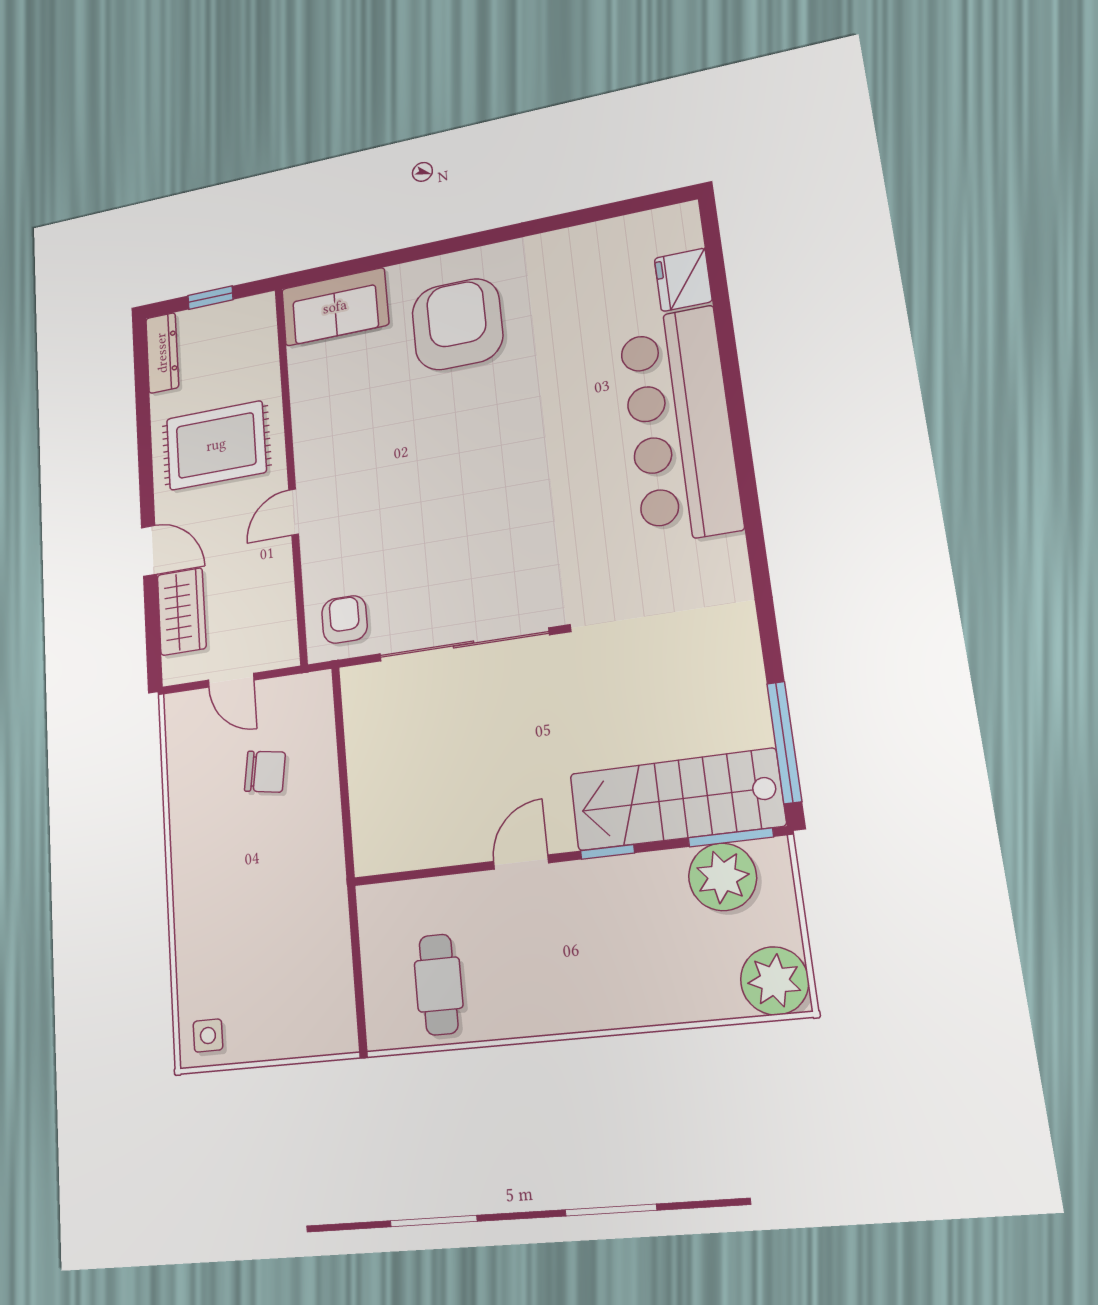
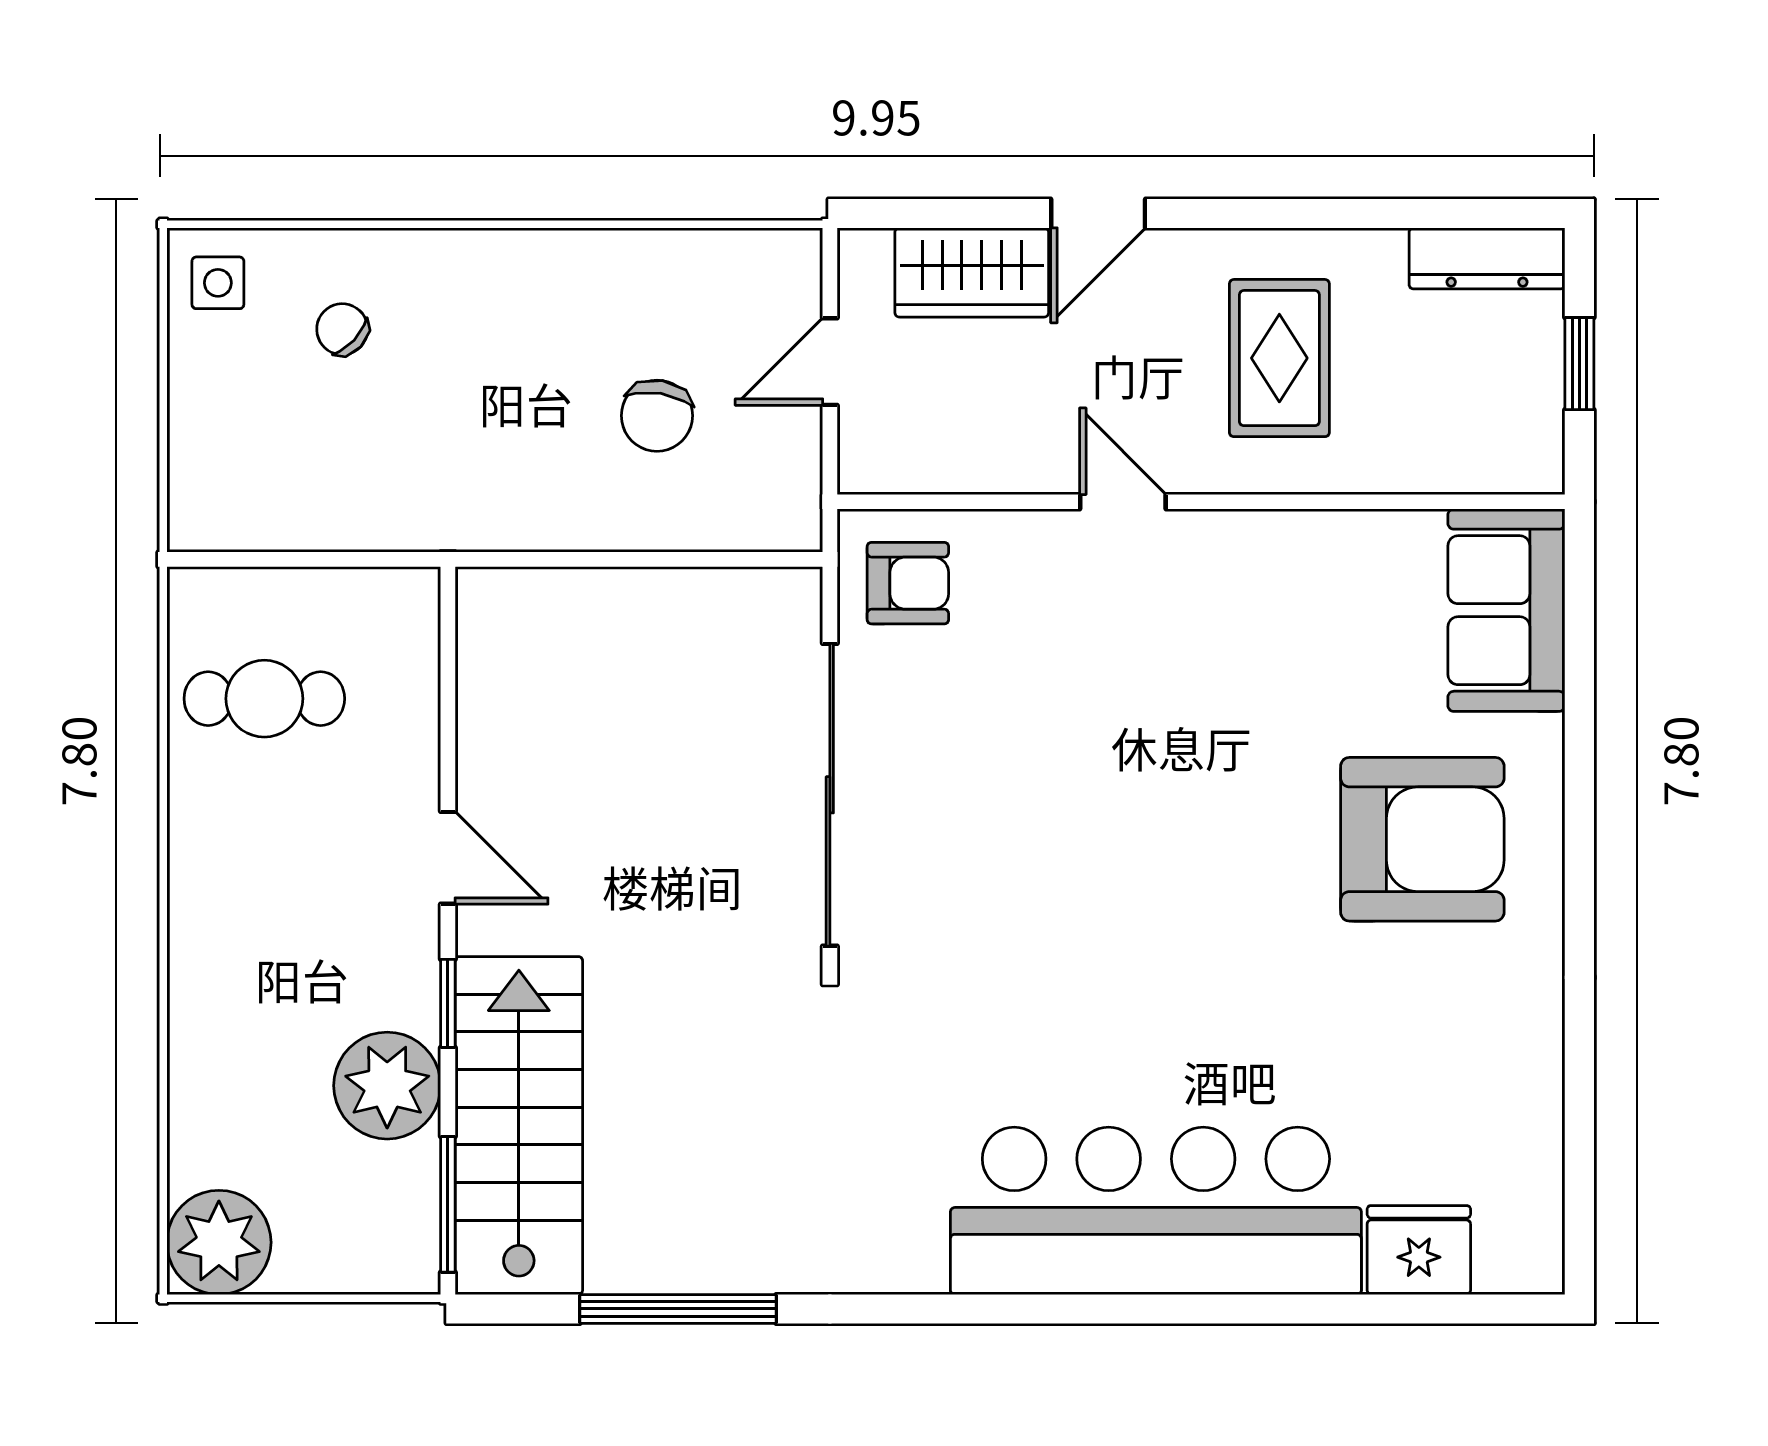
rug: (216, 445) -> (1279, 358), width x0.73, depth x0.70
window: (784, 742) -> (678, 1309), moved
plant: (723, 877) -> (387, 1086), moved
chair: (229, 959) -> (342, 329), added

